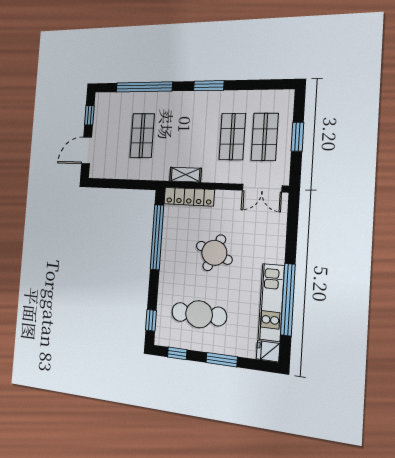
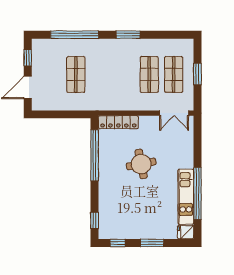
shelving: (185, 175) -> (114, 105), removed
round table: (214, 253) -> (141, 164), turned -34
cafe table: (199, 314) -> (133, 211), removed

